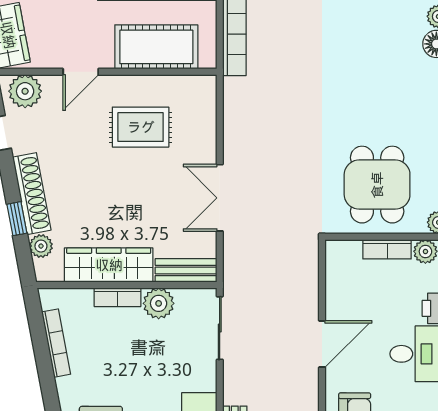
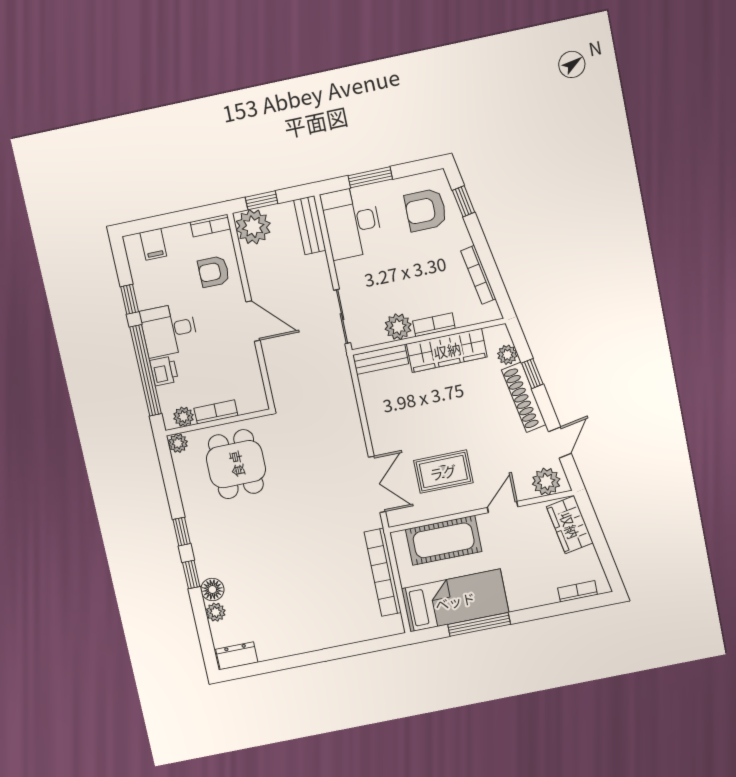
double door: (220, 198) -> (377, 484), moved
door: (322, 344) -> (253, 321), swing flipped

